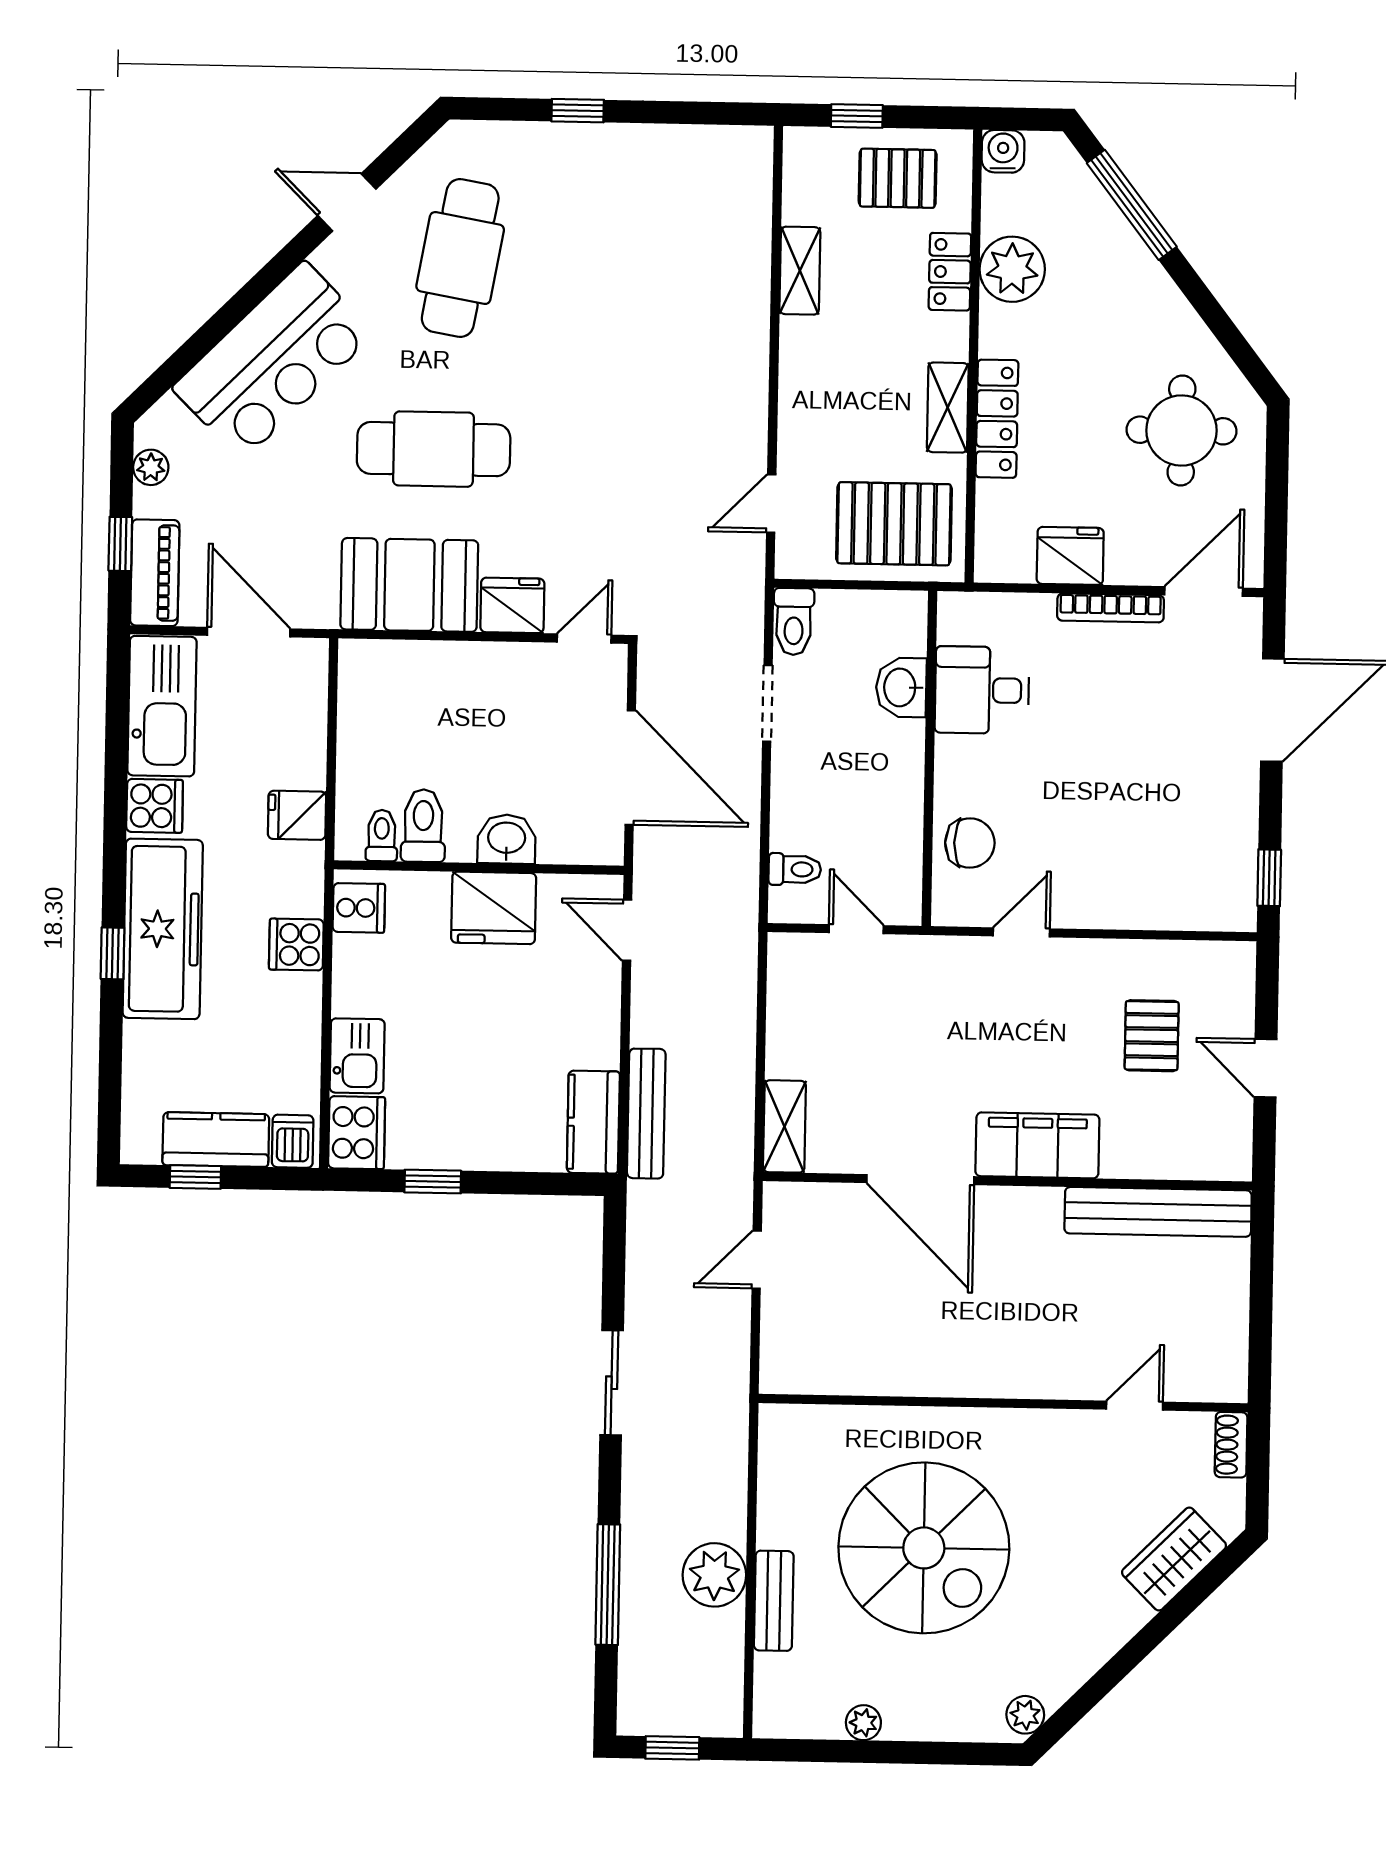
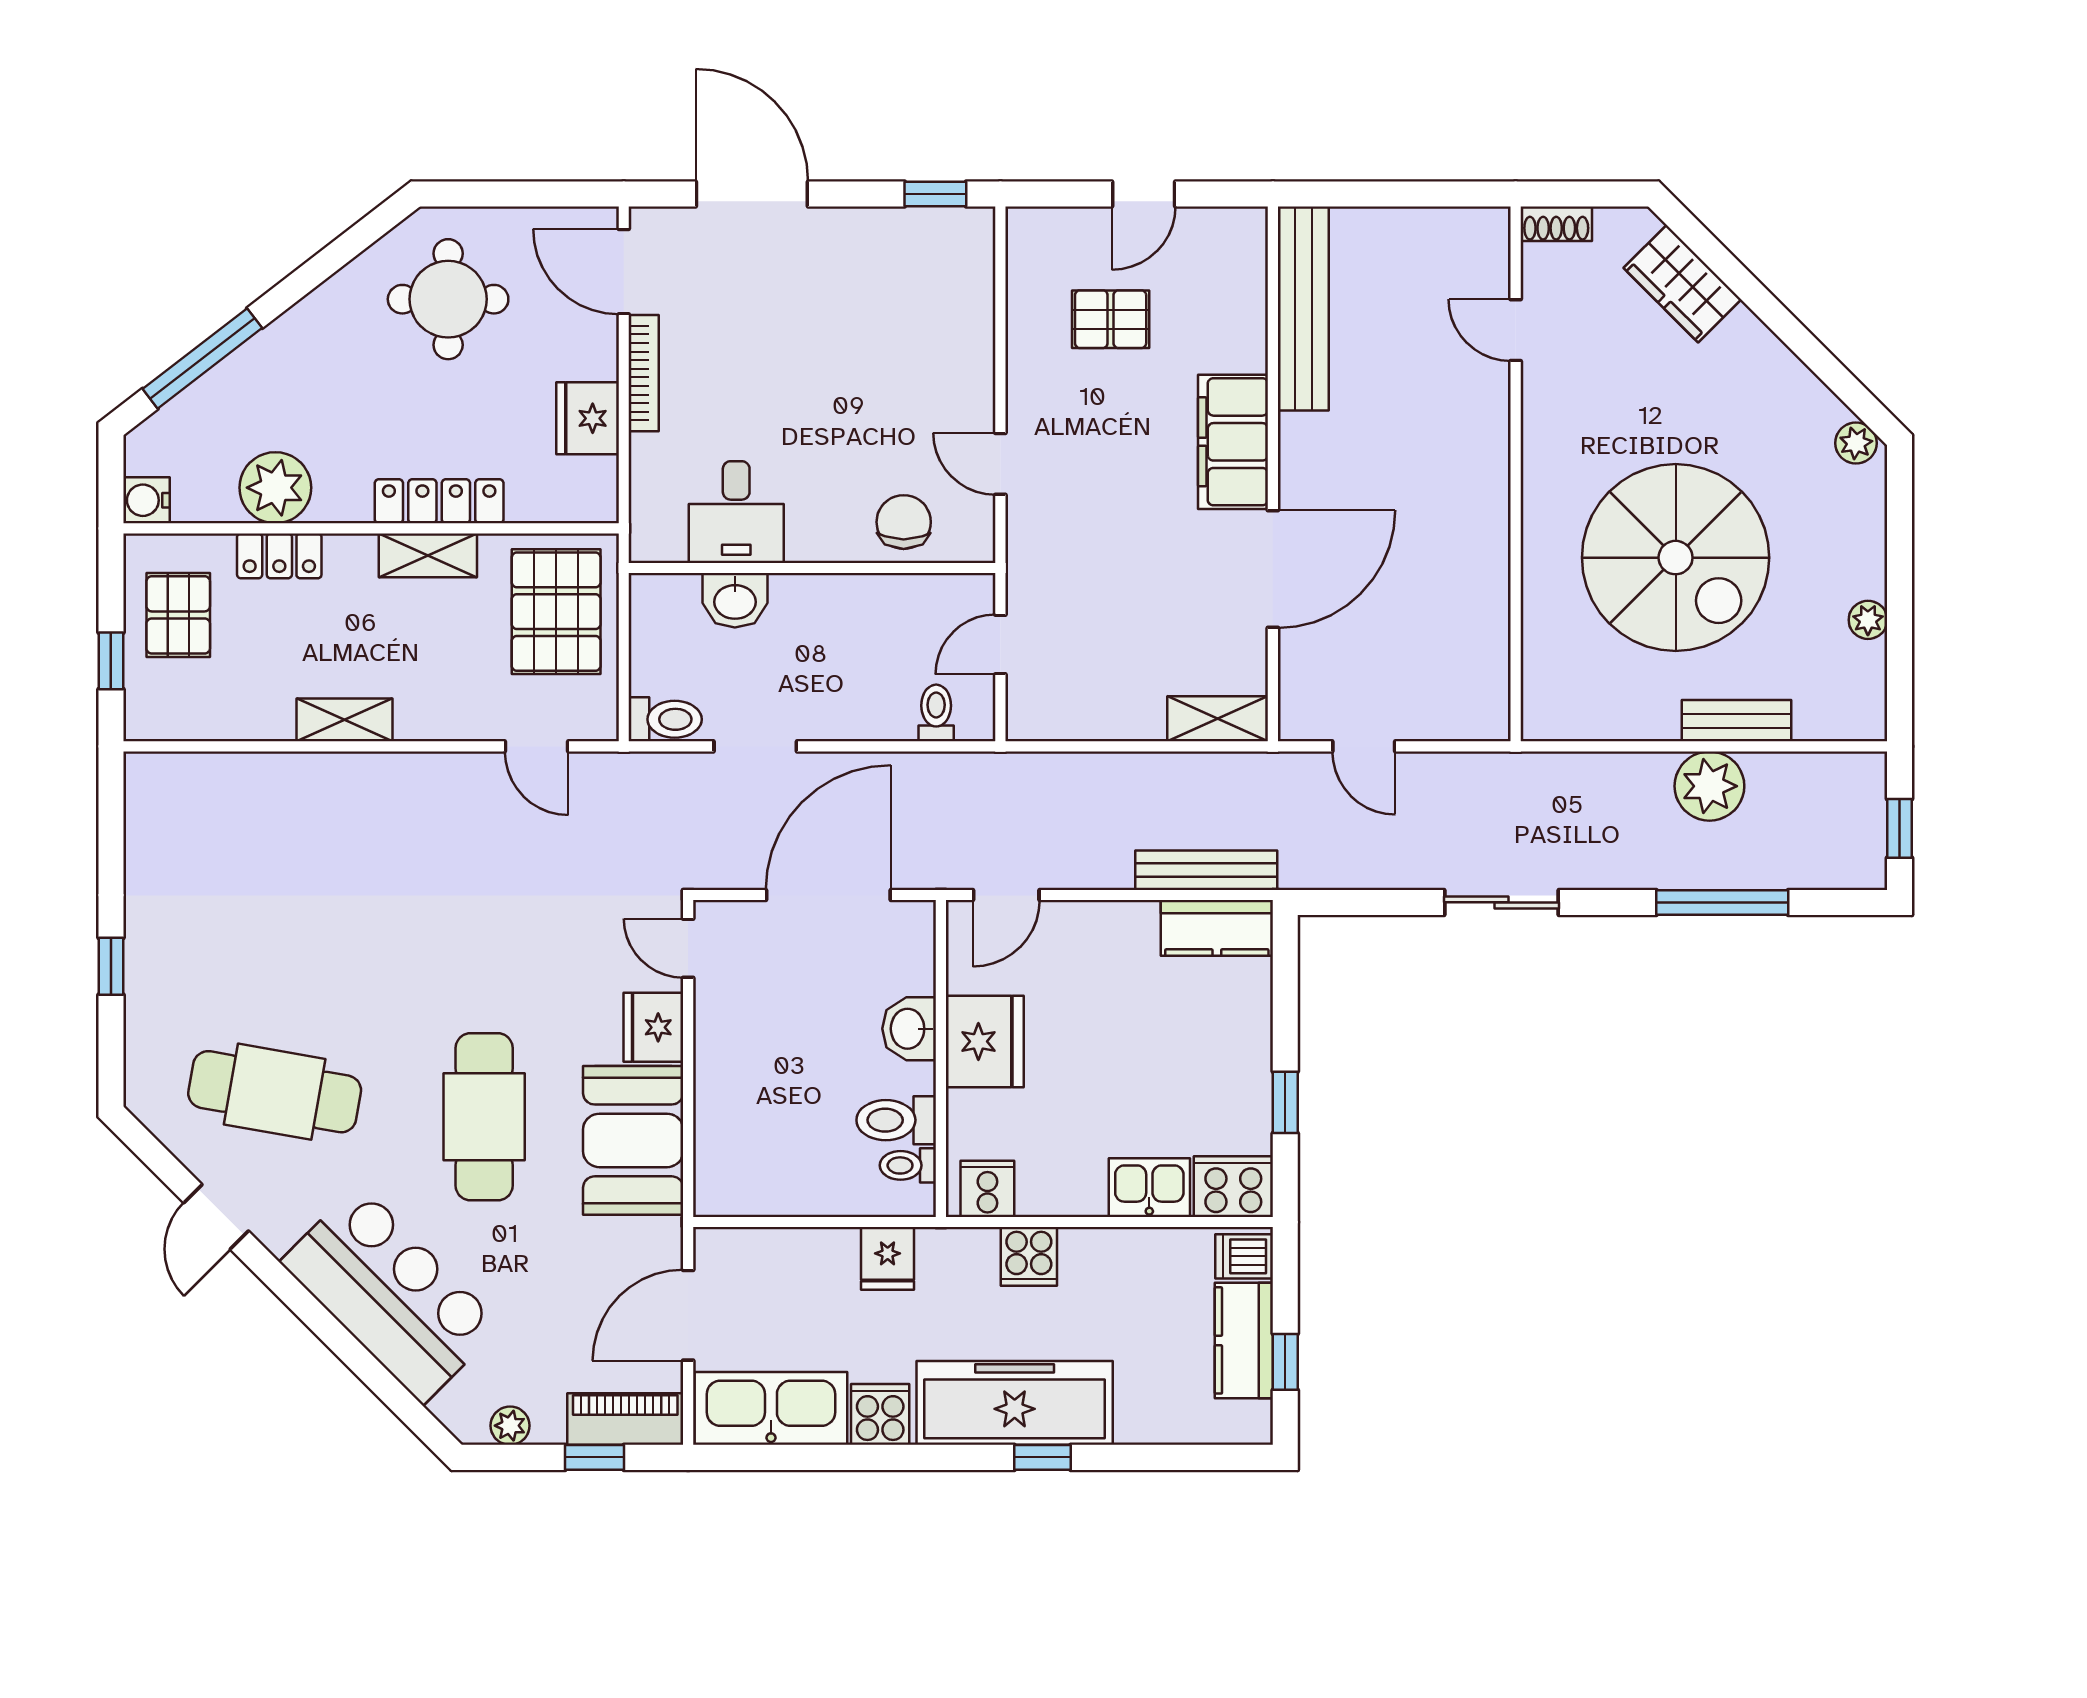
shelving: (800, 271) -> (345, 720), moved
spiral stairs: (924, 1548) -> (1676, 558), turned 90

